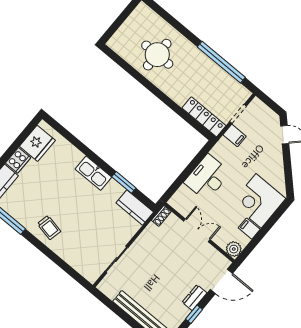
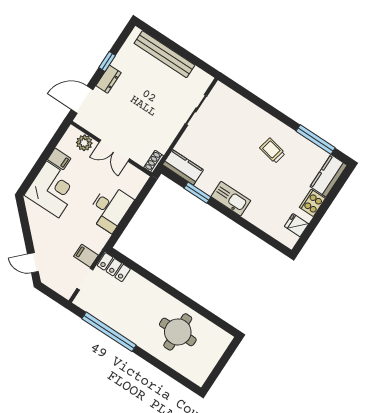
locker: (204, 117) -> (114, 267), width x0.66
fridge: (37, 143) -> (297, 225), width x0.53, depth x0.75
trolley: (49, 227) -> (272, 151), moved
plant: (234, 249) -> (84, 143), moved

